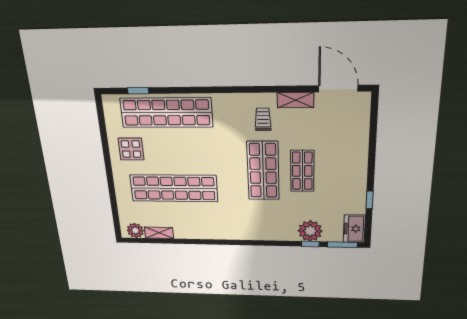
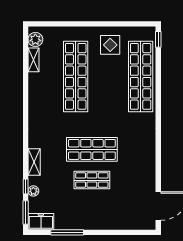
window: (138, 91) -> (158, 39), moved
shelving: (296, 100) -> (34, 162), moved
trolley: (263, 119) -> (135, 151), removed
window: (370, 200) -> (67, 232), width x2.17
plant: (310, 231) -> (33, 191), width x0.53, depth x0.53

